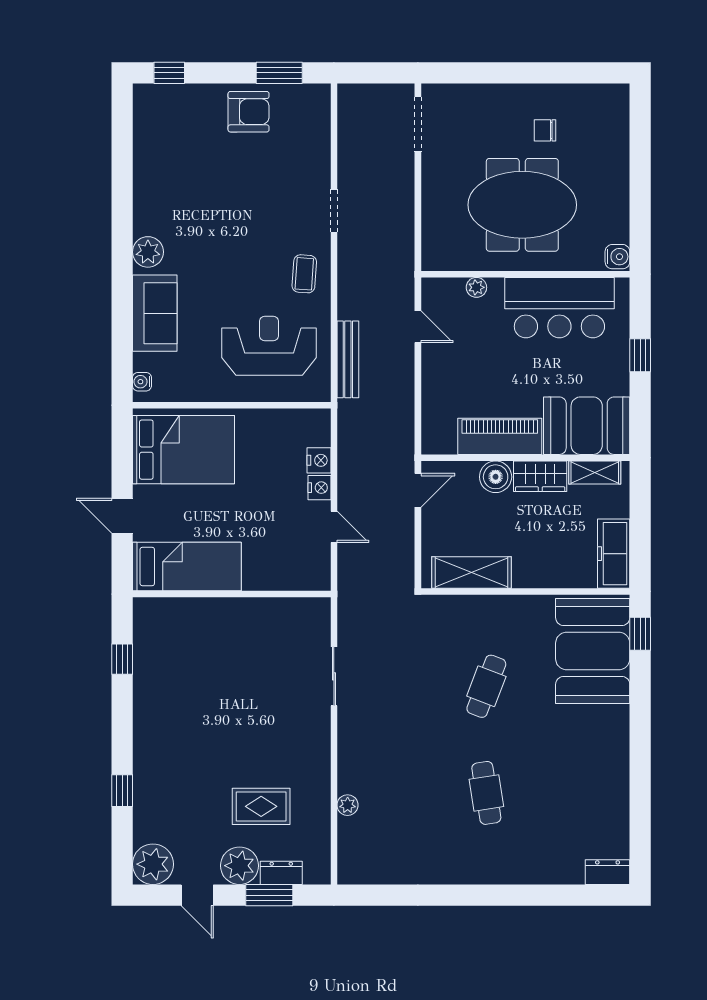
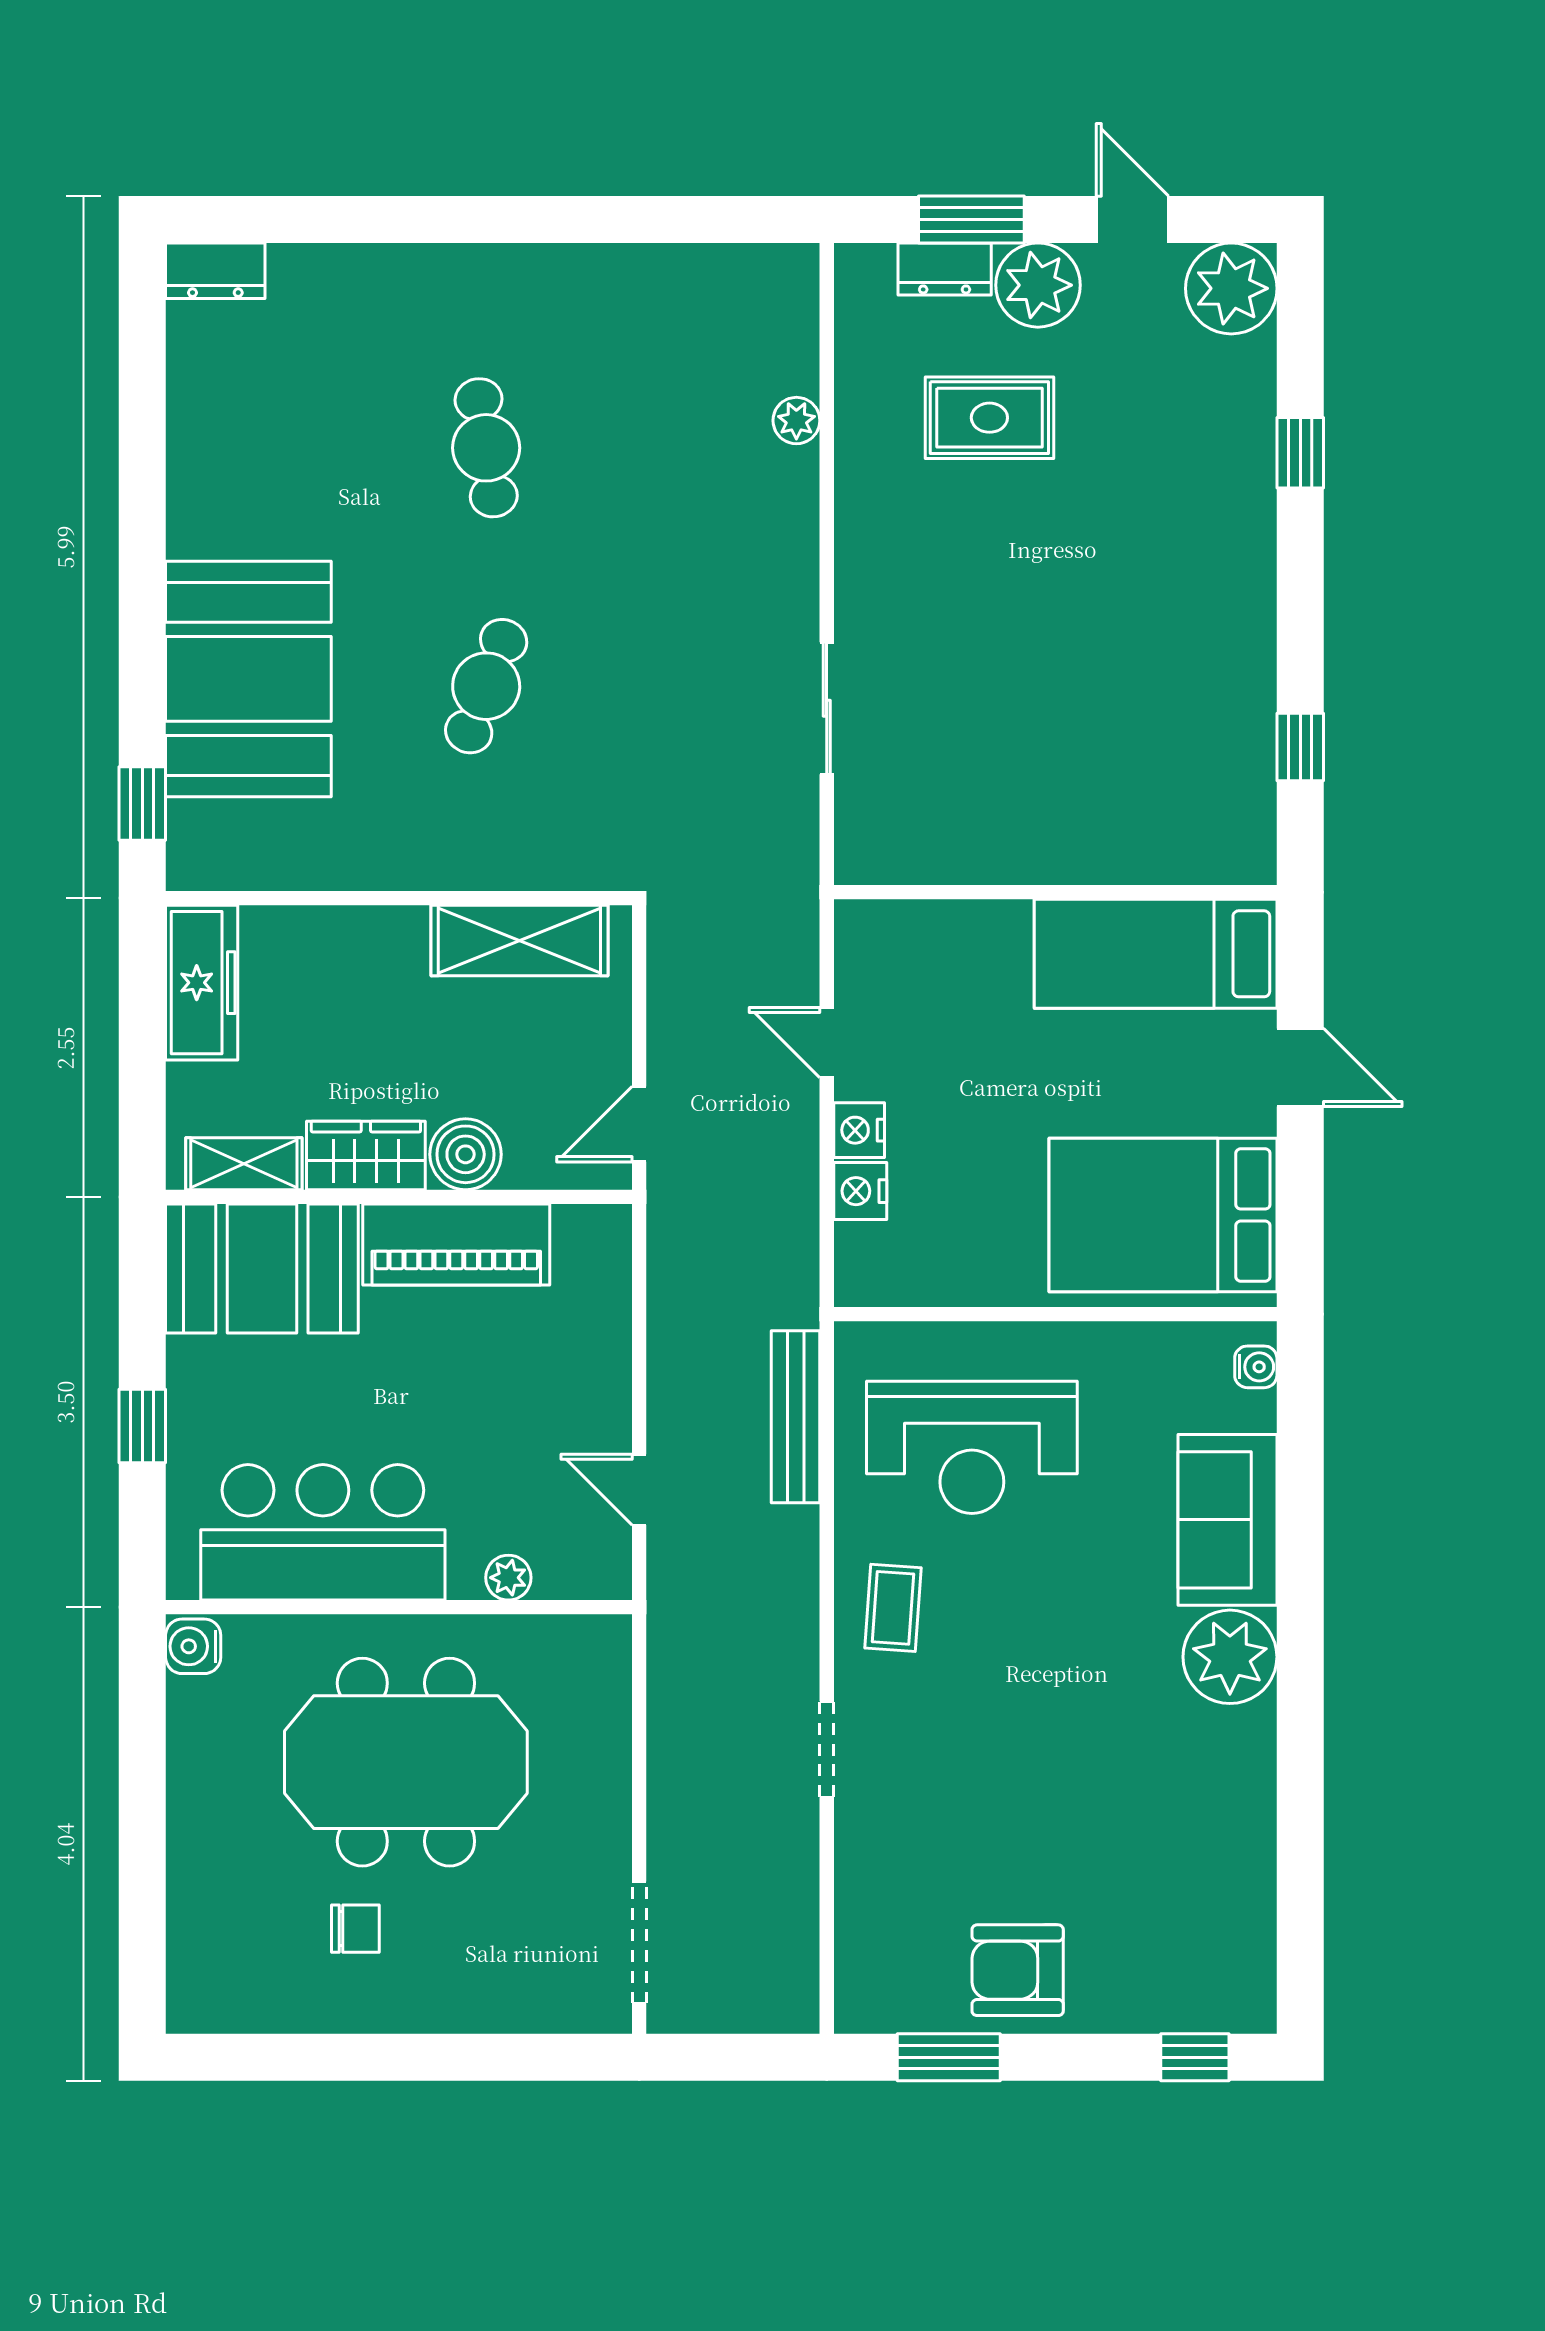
plant: (148, 252) -> (1230, 1657), width x1.36, depth x1.36
booth: (593, 651) -> (248, 679), moved

